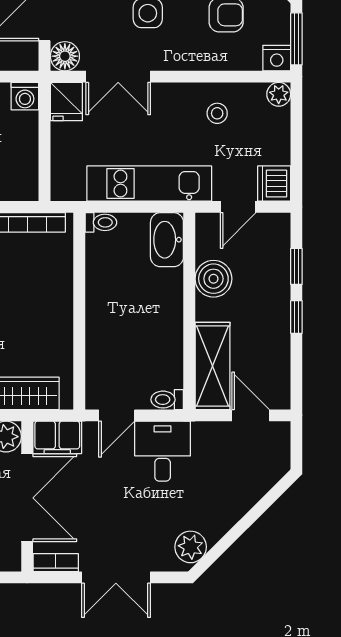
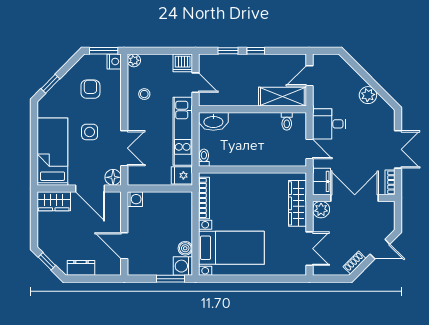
fridge: (66, 102) -> (182, 175), moved, turned 180
boiler: (213, 279) -> (235, 96), removed
toilet: (167, 400) -> (287, 121), moved
plant: (191, 547) -> (368, 95), moved

